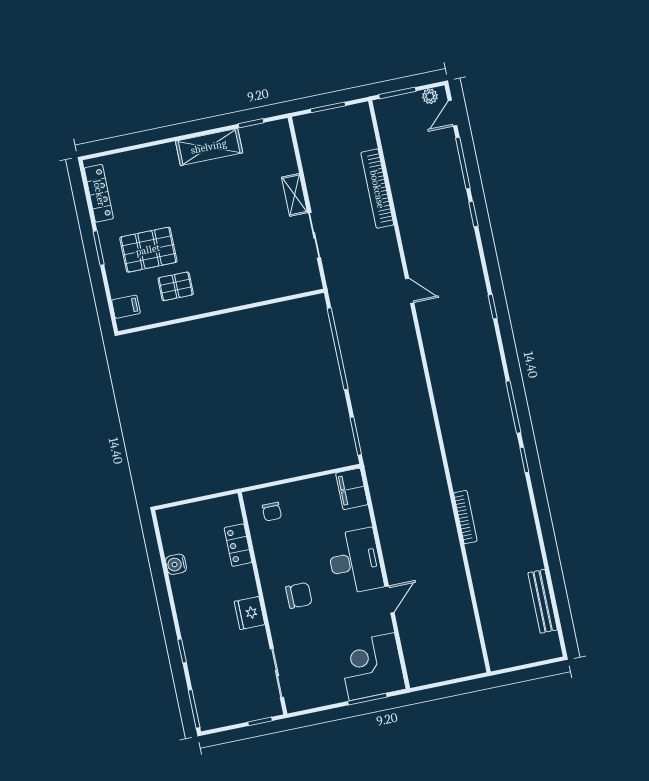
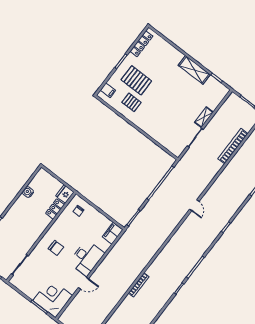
door: (410, 291) -> (194, 205), moved
fridge: (249, 613) -> (65, 194), moved

